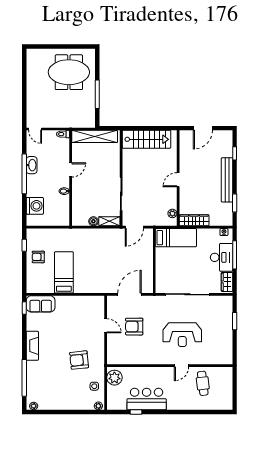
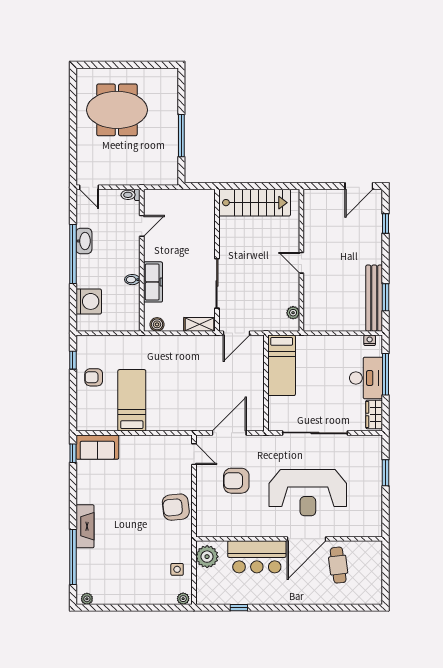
meeting table: (69, 72) -> (117, 110), moved
door: (203, 128) -> (359, 186), moved
shelving: (95, 136) -> (177, 198), removed
door: (71, 170) -> (142, 226), moved
door: (178, 180) -> (301, 263), hinge flipped
bench: (227, 180) -> (374, 298), moved
freezer: (78, 193) -> (153, 282), added
wardrobe: (194, 220) -> (325, 323), removed
boiler: (93, 221) -> (157, 324), moved
bed: (176, 238) -> (282, 365), moved, turned 90
door: (106, 326) -> (194, 454), moved
reception desk: (182, 335) -> (308, 493), width x1.36, depth x1.30
fireplace: (32, 346) -> (85, 526), moved
armchair: (79, 360) -> (176, 507), moved
door: (181, 366) -> (307, 539), width x1.88
bar counter: (147, 399) -> (257, 557), moved, turned 180

